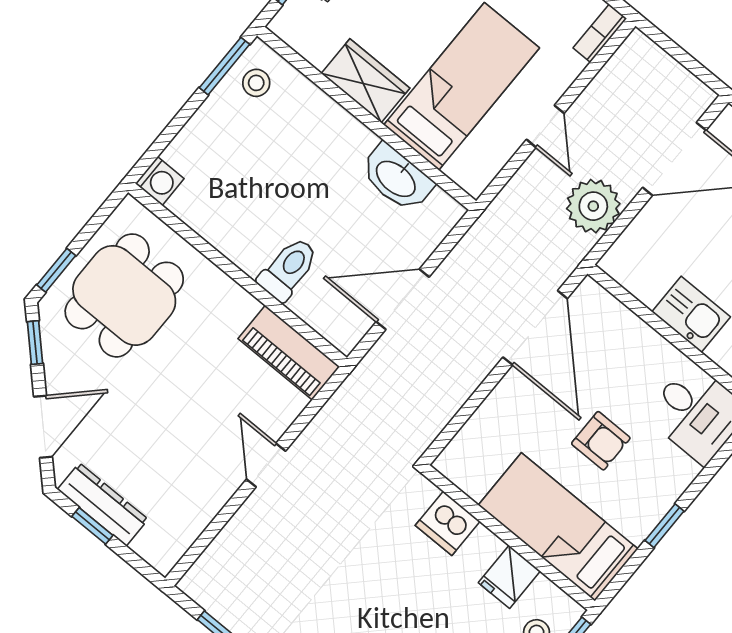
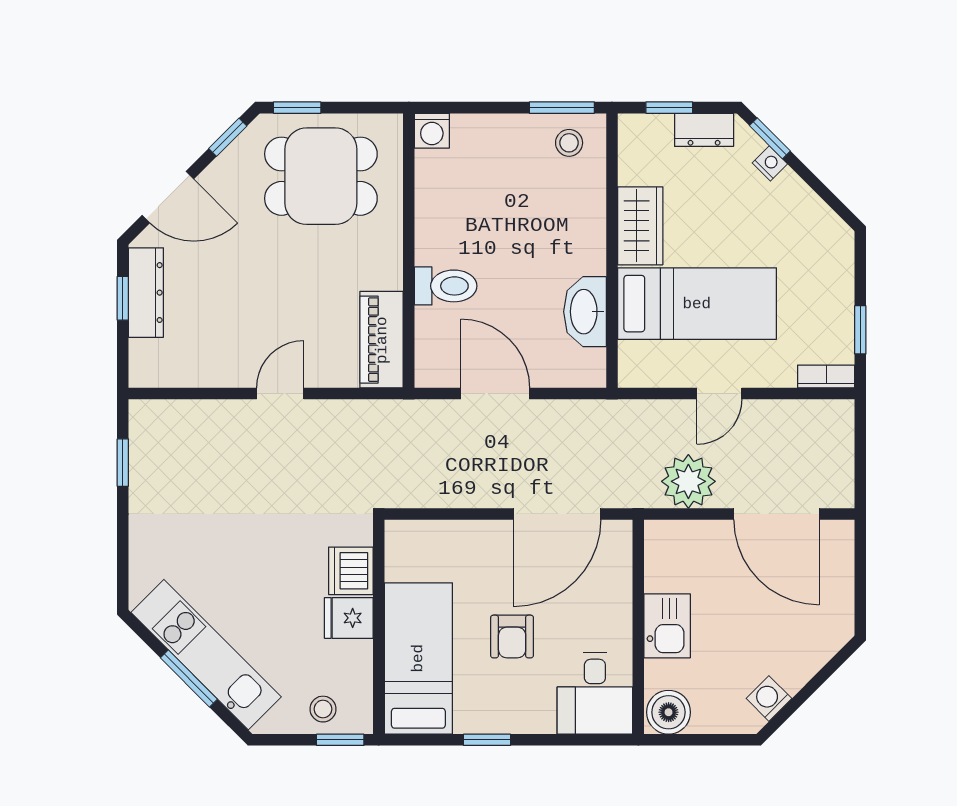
fridge: (509, 577) -> (349, 618), moved

